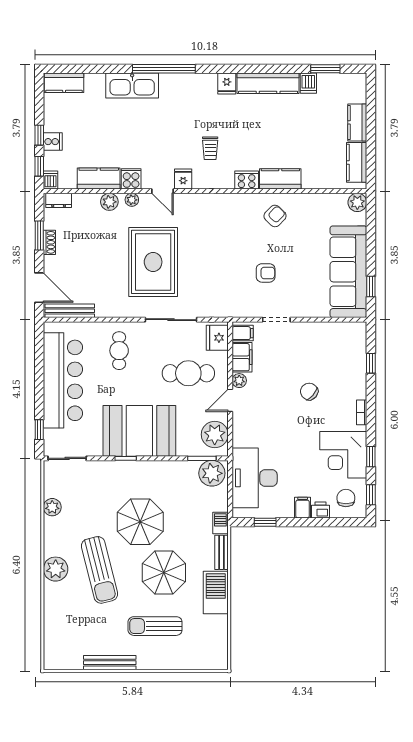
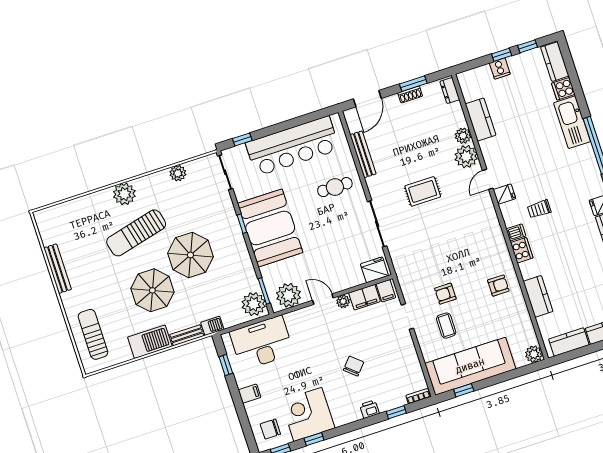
window: (39, 166) -> (528, 46), moved
cooker: (131, 179) -> (563, 89), moved, turned 180
kitchen counter: (280, 179) -> (538, 296), moved
dishwasher: (50, 180) -> (516, 232), moved
plant: (132, 200) -> (466, 157), width x1.87, depth x1.87
armchair: (275, 216) -> (498, 286), turned -44
rug: (153, 262) -> (423, 191), width x0.54, depth x0.49
armchair: (266, 273) -> (445, 294), turned 90
coffee table: (299, 283) -> (446, 326), added
bench: (70, 311) -> (363, 154), moved
cafe table: (188, 373) -> (335, 255), removed
bookcase: (362, 412) -> (418, 396), moved
chair: (346, 498) -> (270, 429), turned 180
printer: (321, 510) -> (369, 409), moved, turned -90
sun lounger: (155, 626) -> (93, 334), moved

